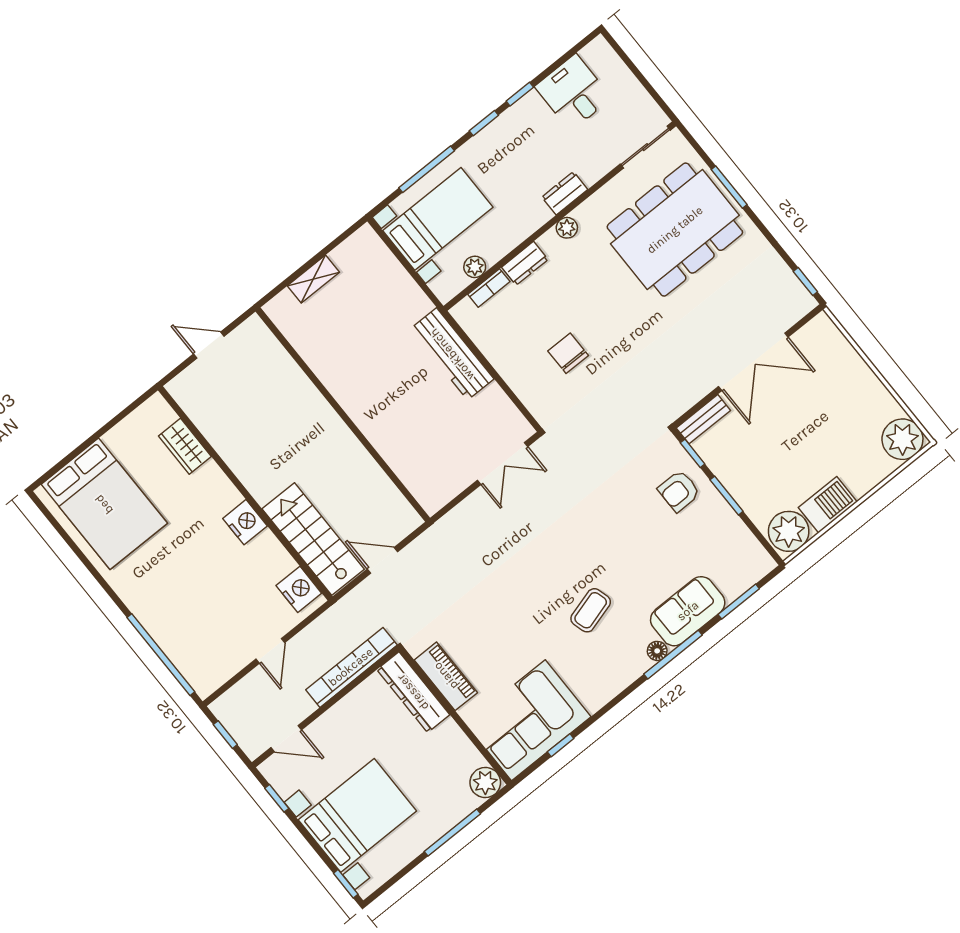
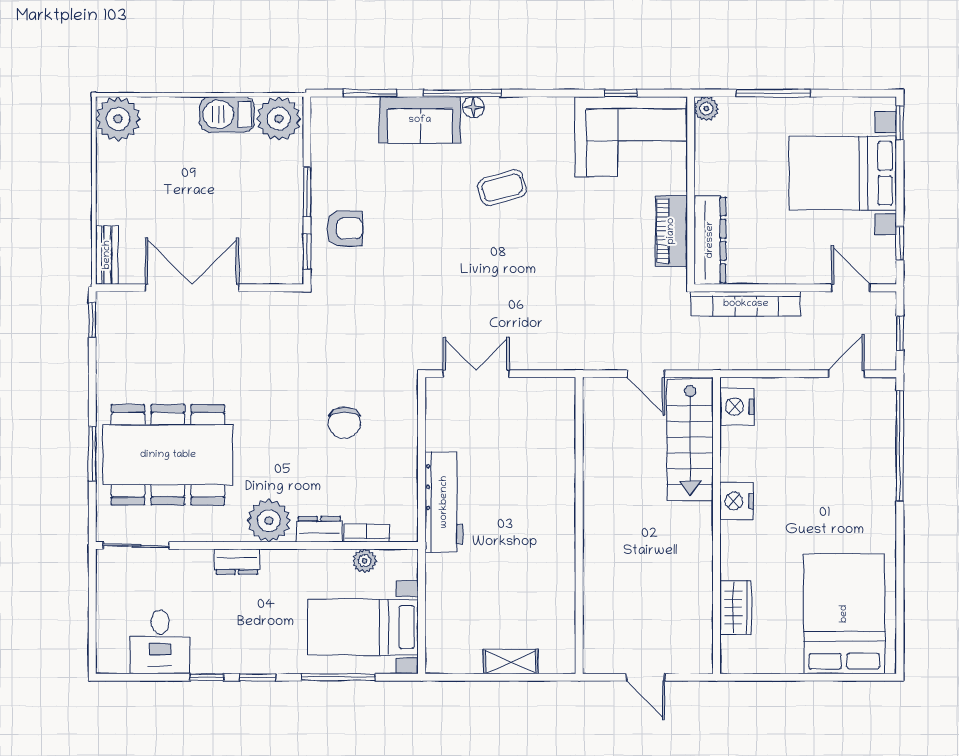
plant: (567, 228) -> (269, 521), width x1.88, depth x1.88
bench: (703, 419) -> (107, 255), moved, turned 90
door: (270, 651) -> (846, 374), moved
plant: (485, 782) -> (706, 109), width x0.73, depth x0.73

